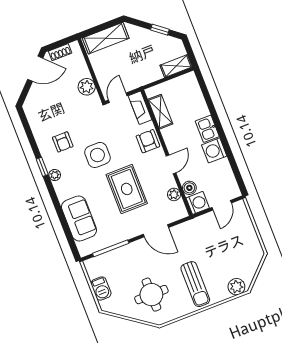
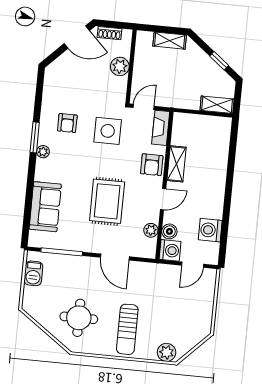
shelving: (106, 38) -> (170, 41), width x0.67, depth x0.75
plant: (87, 87) -> (120, 66), moved
shelving: (160, 112) -> (176, 164), moved
kitchen sink: (207, 129) -> (217, 182), removed
armchair: (148, 141) -> (152, 165), turned 180
washing machine: (214, 150) -> (210, 230), moved
side table: (97, 155) -> (108, 131), moved
window: (42, 167) -> (35, 137), width x1.50
barbecue: (101, 288) -> (33, 273), moved

